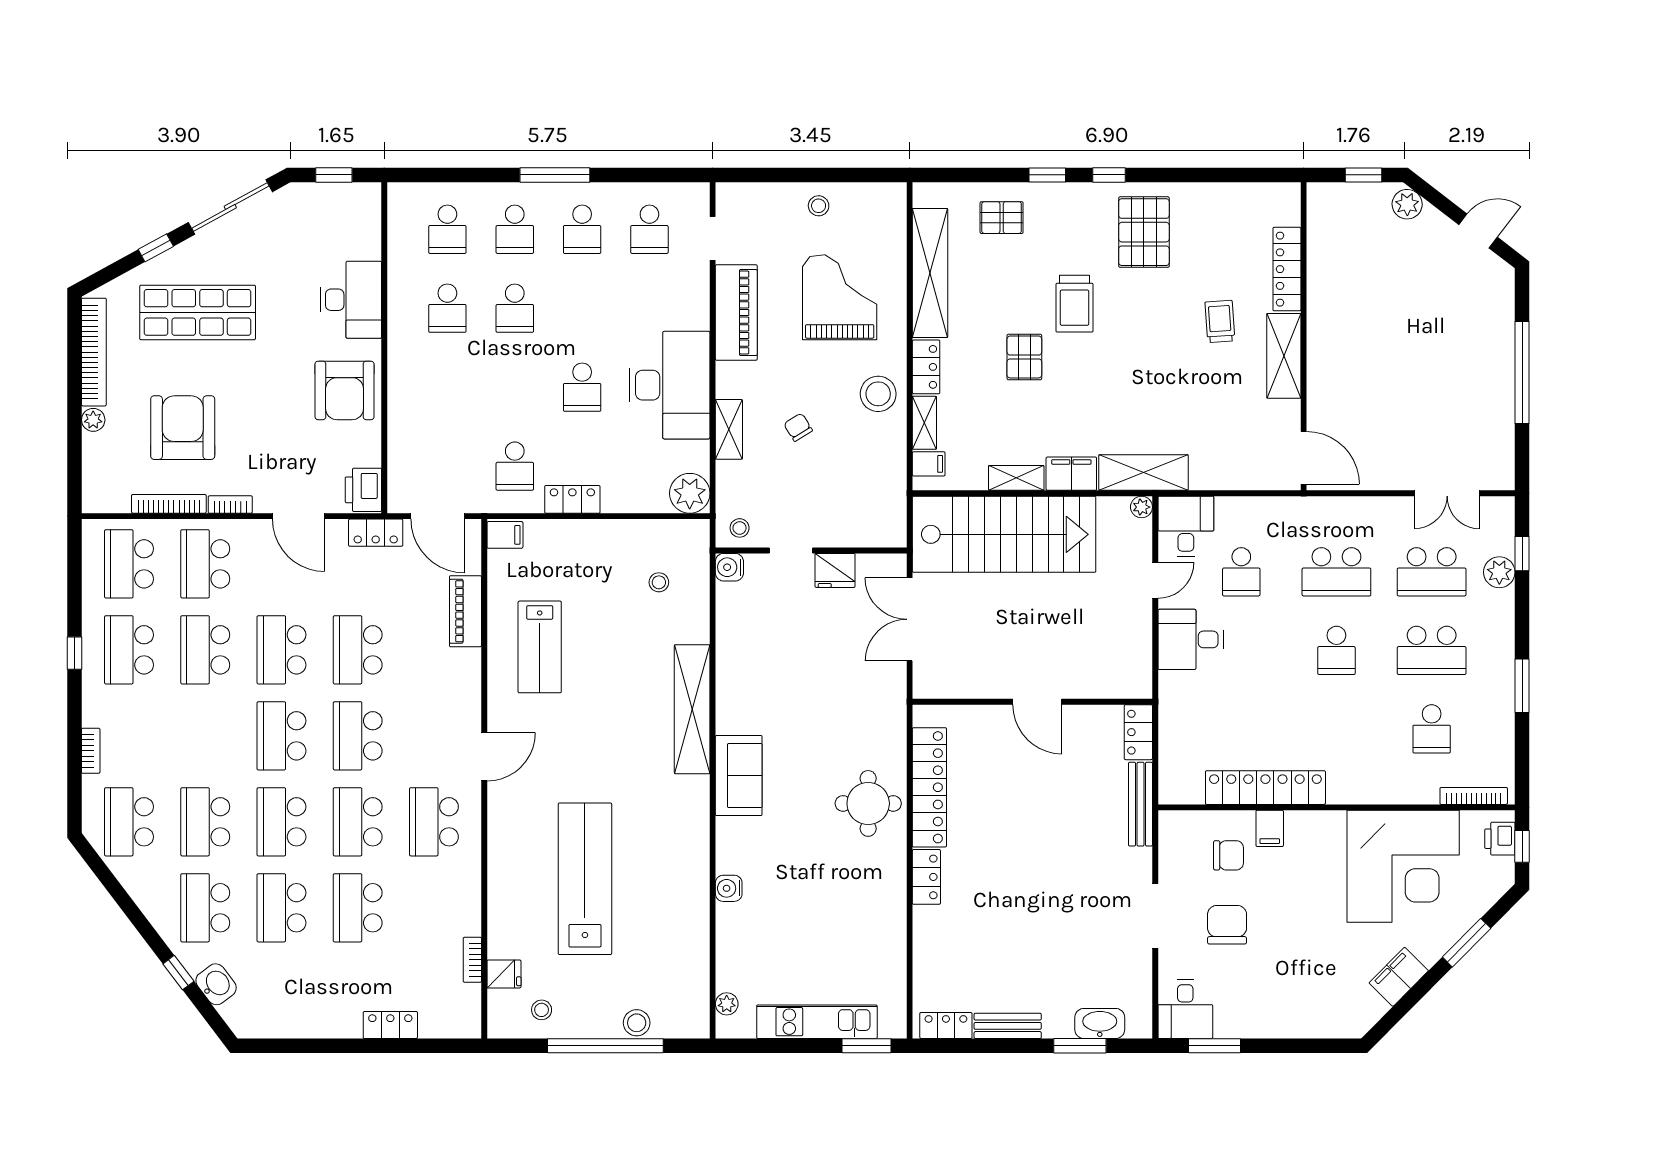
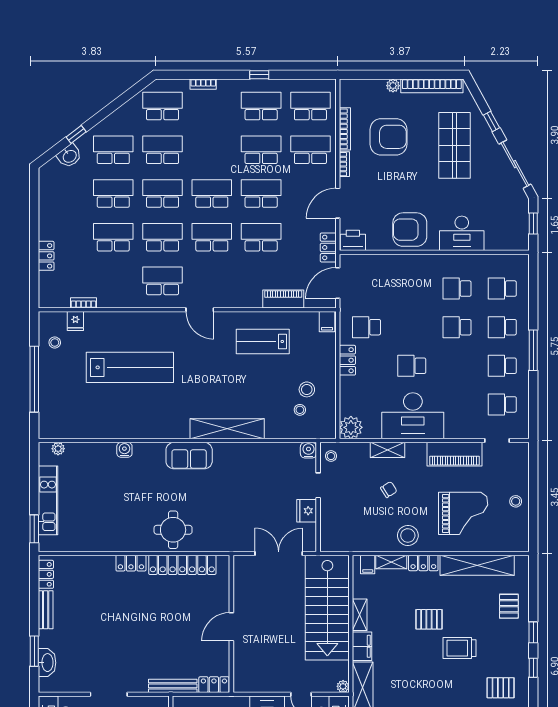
pallet: (1144, 232) -> (501, 688), width x0.67, depth x0.71
stool: (637, 1023) -> (307, 389), moved

